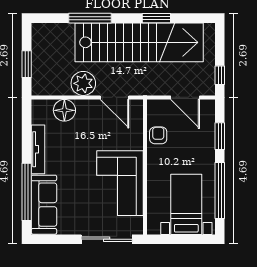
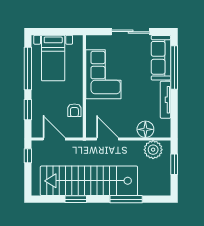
plant: (83, 83) -> (153, 150), moved
sliding door: (107, 239) -> (131, 32), moved

